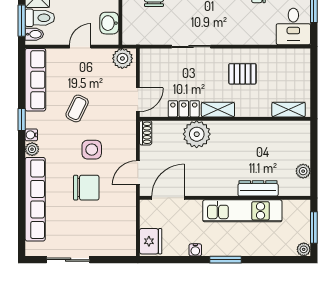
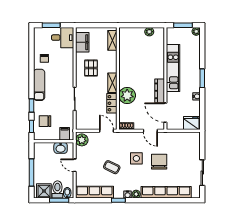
filing cabinet: (133, 30) -> (65, 134), added
filing cabinet: (286, 59) -> (82, 42), added
dresser: (258, 188) -> (160, 91), moved

